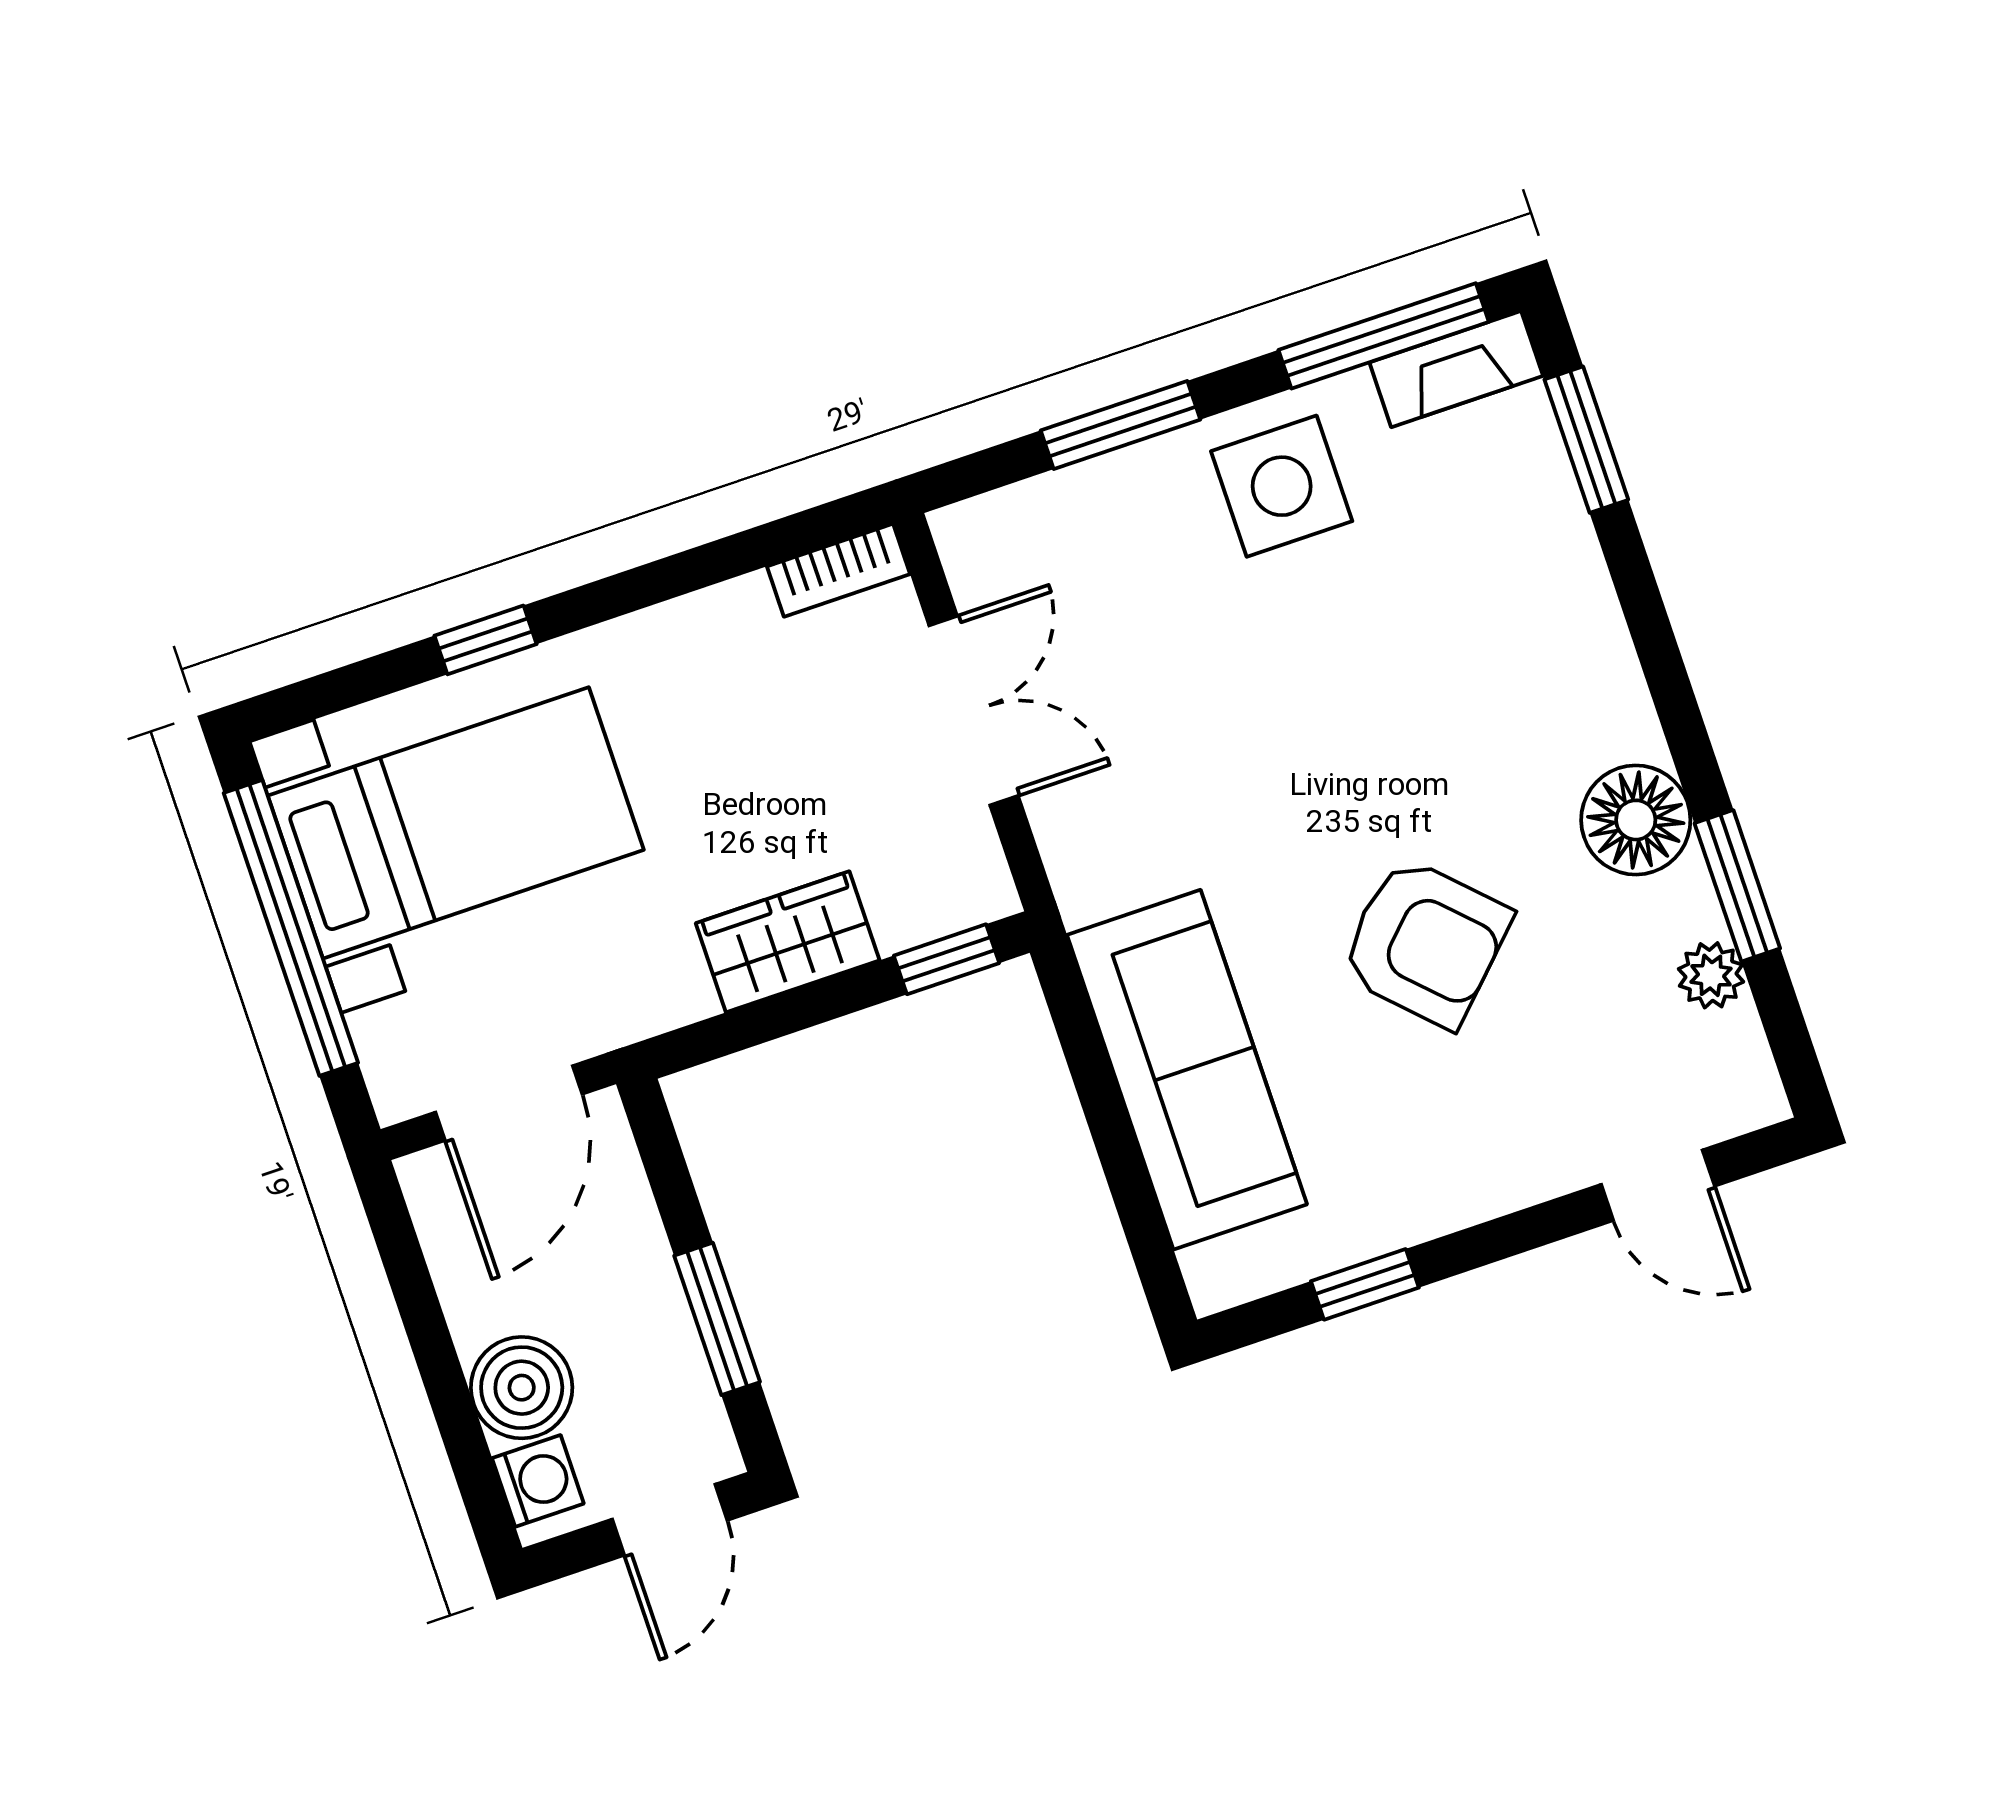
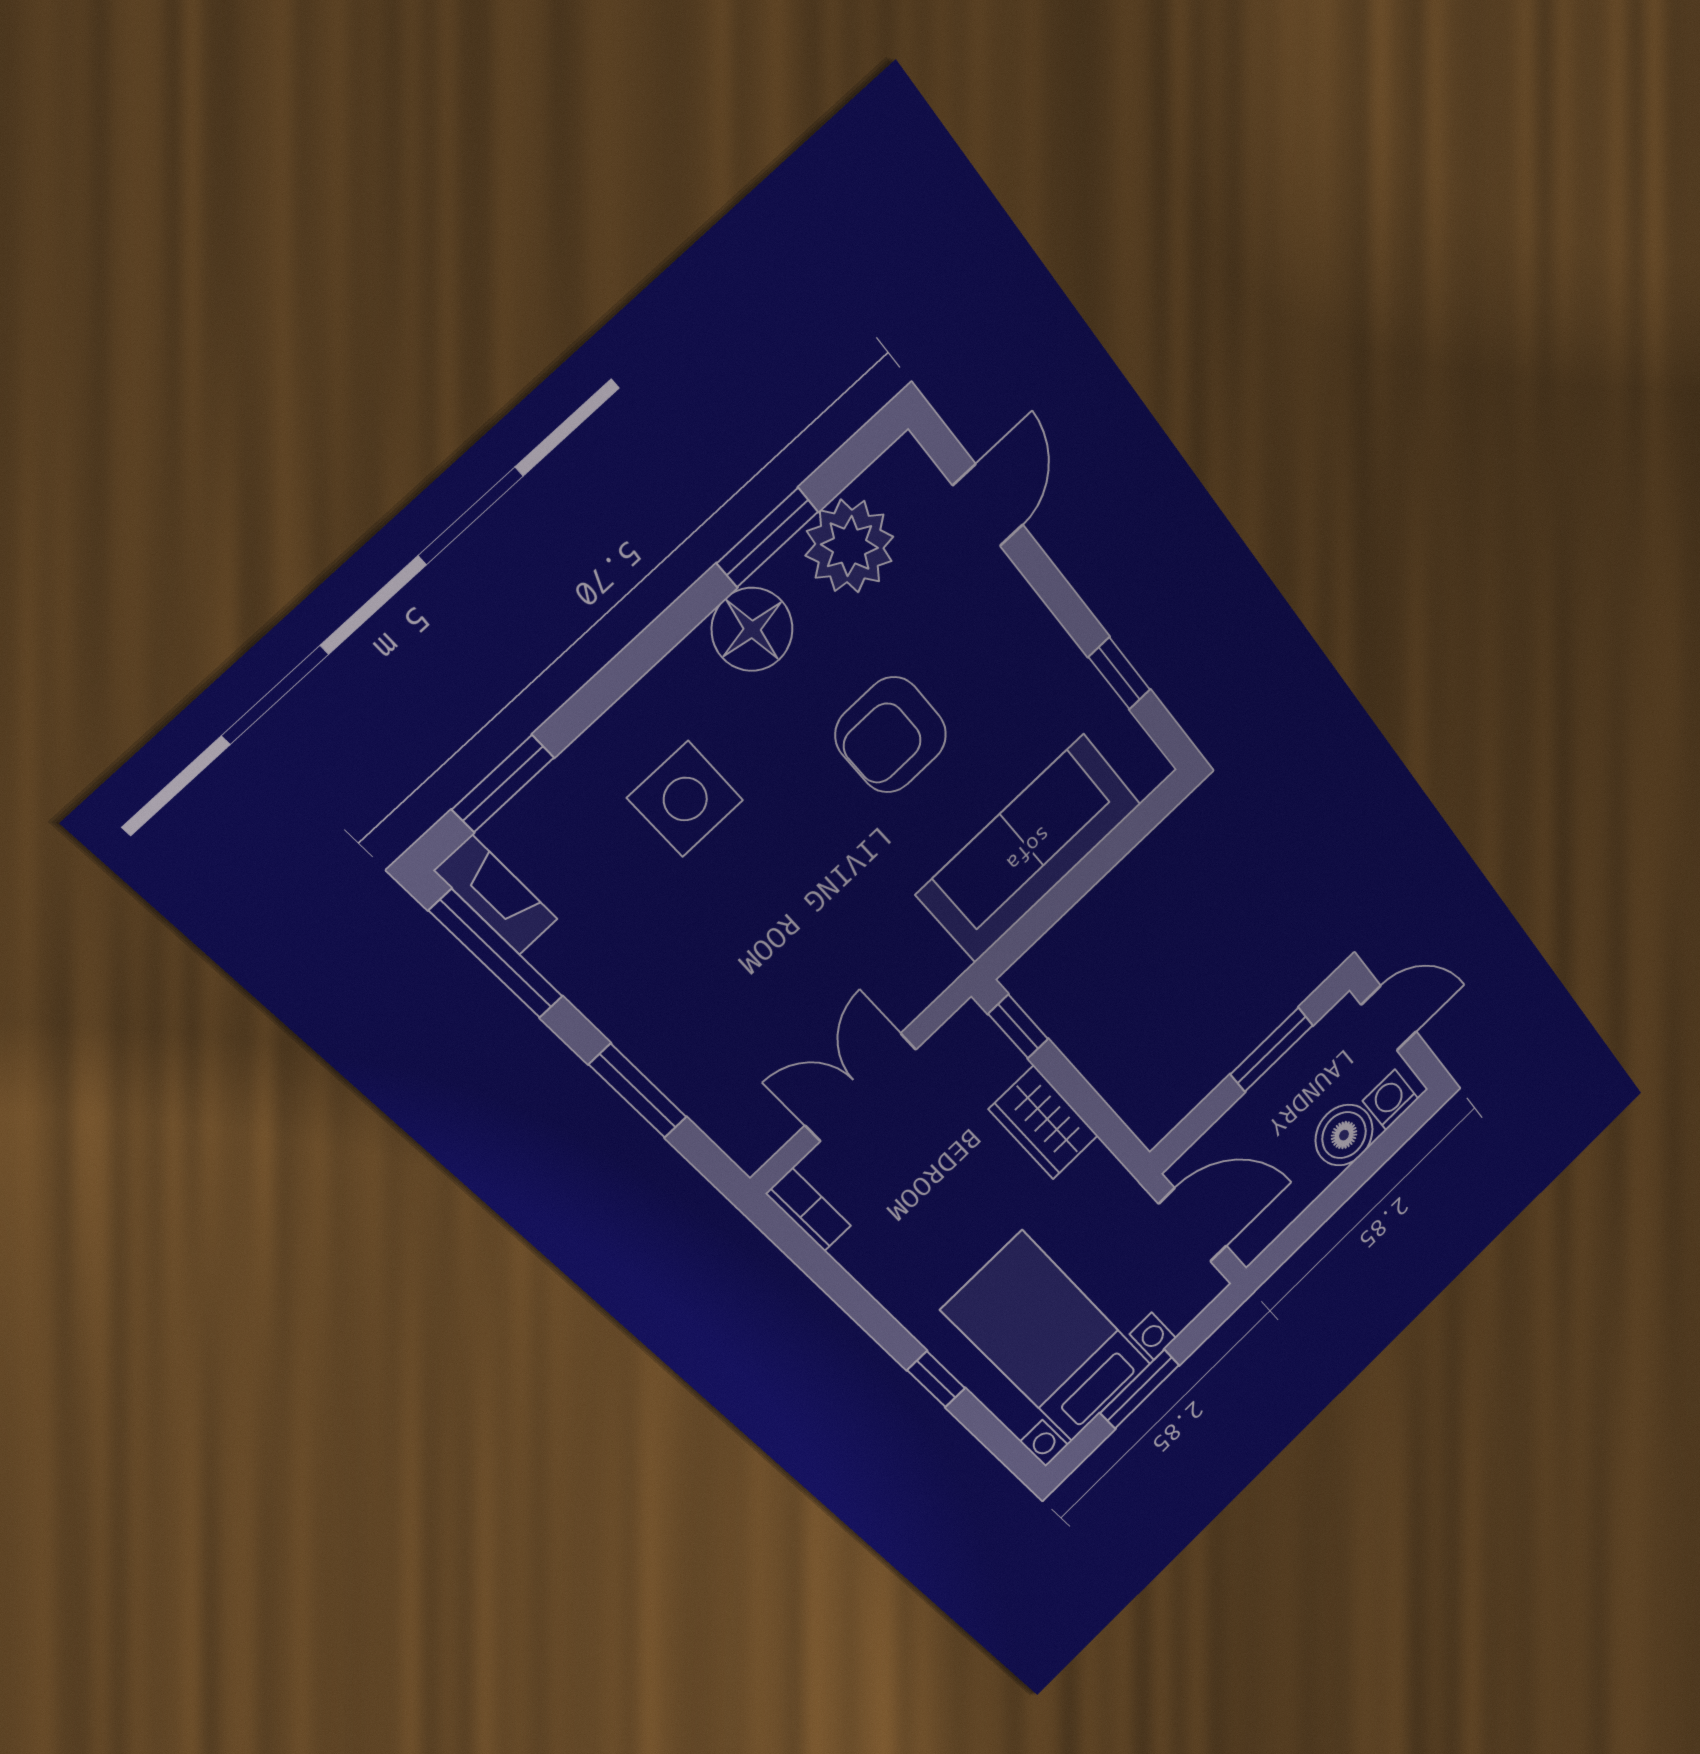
side table: (1282, 486) -> (685, 799), moved
window: (291, 928) -> (1140, 1389), width x0.47
armchair: (1425, 942) -> (891, 735), turned -135
plant: (1711, 975) -> (850, 546), width x1.88, depth x1.88

